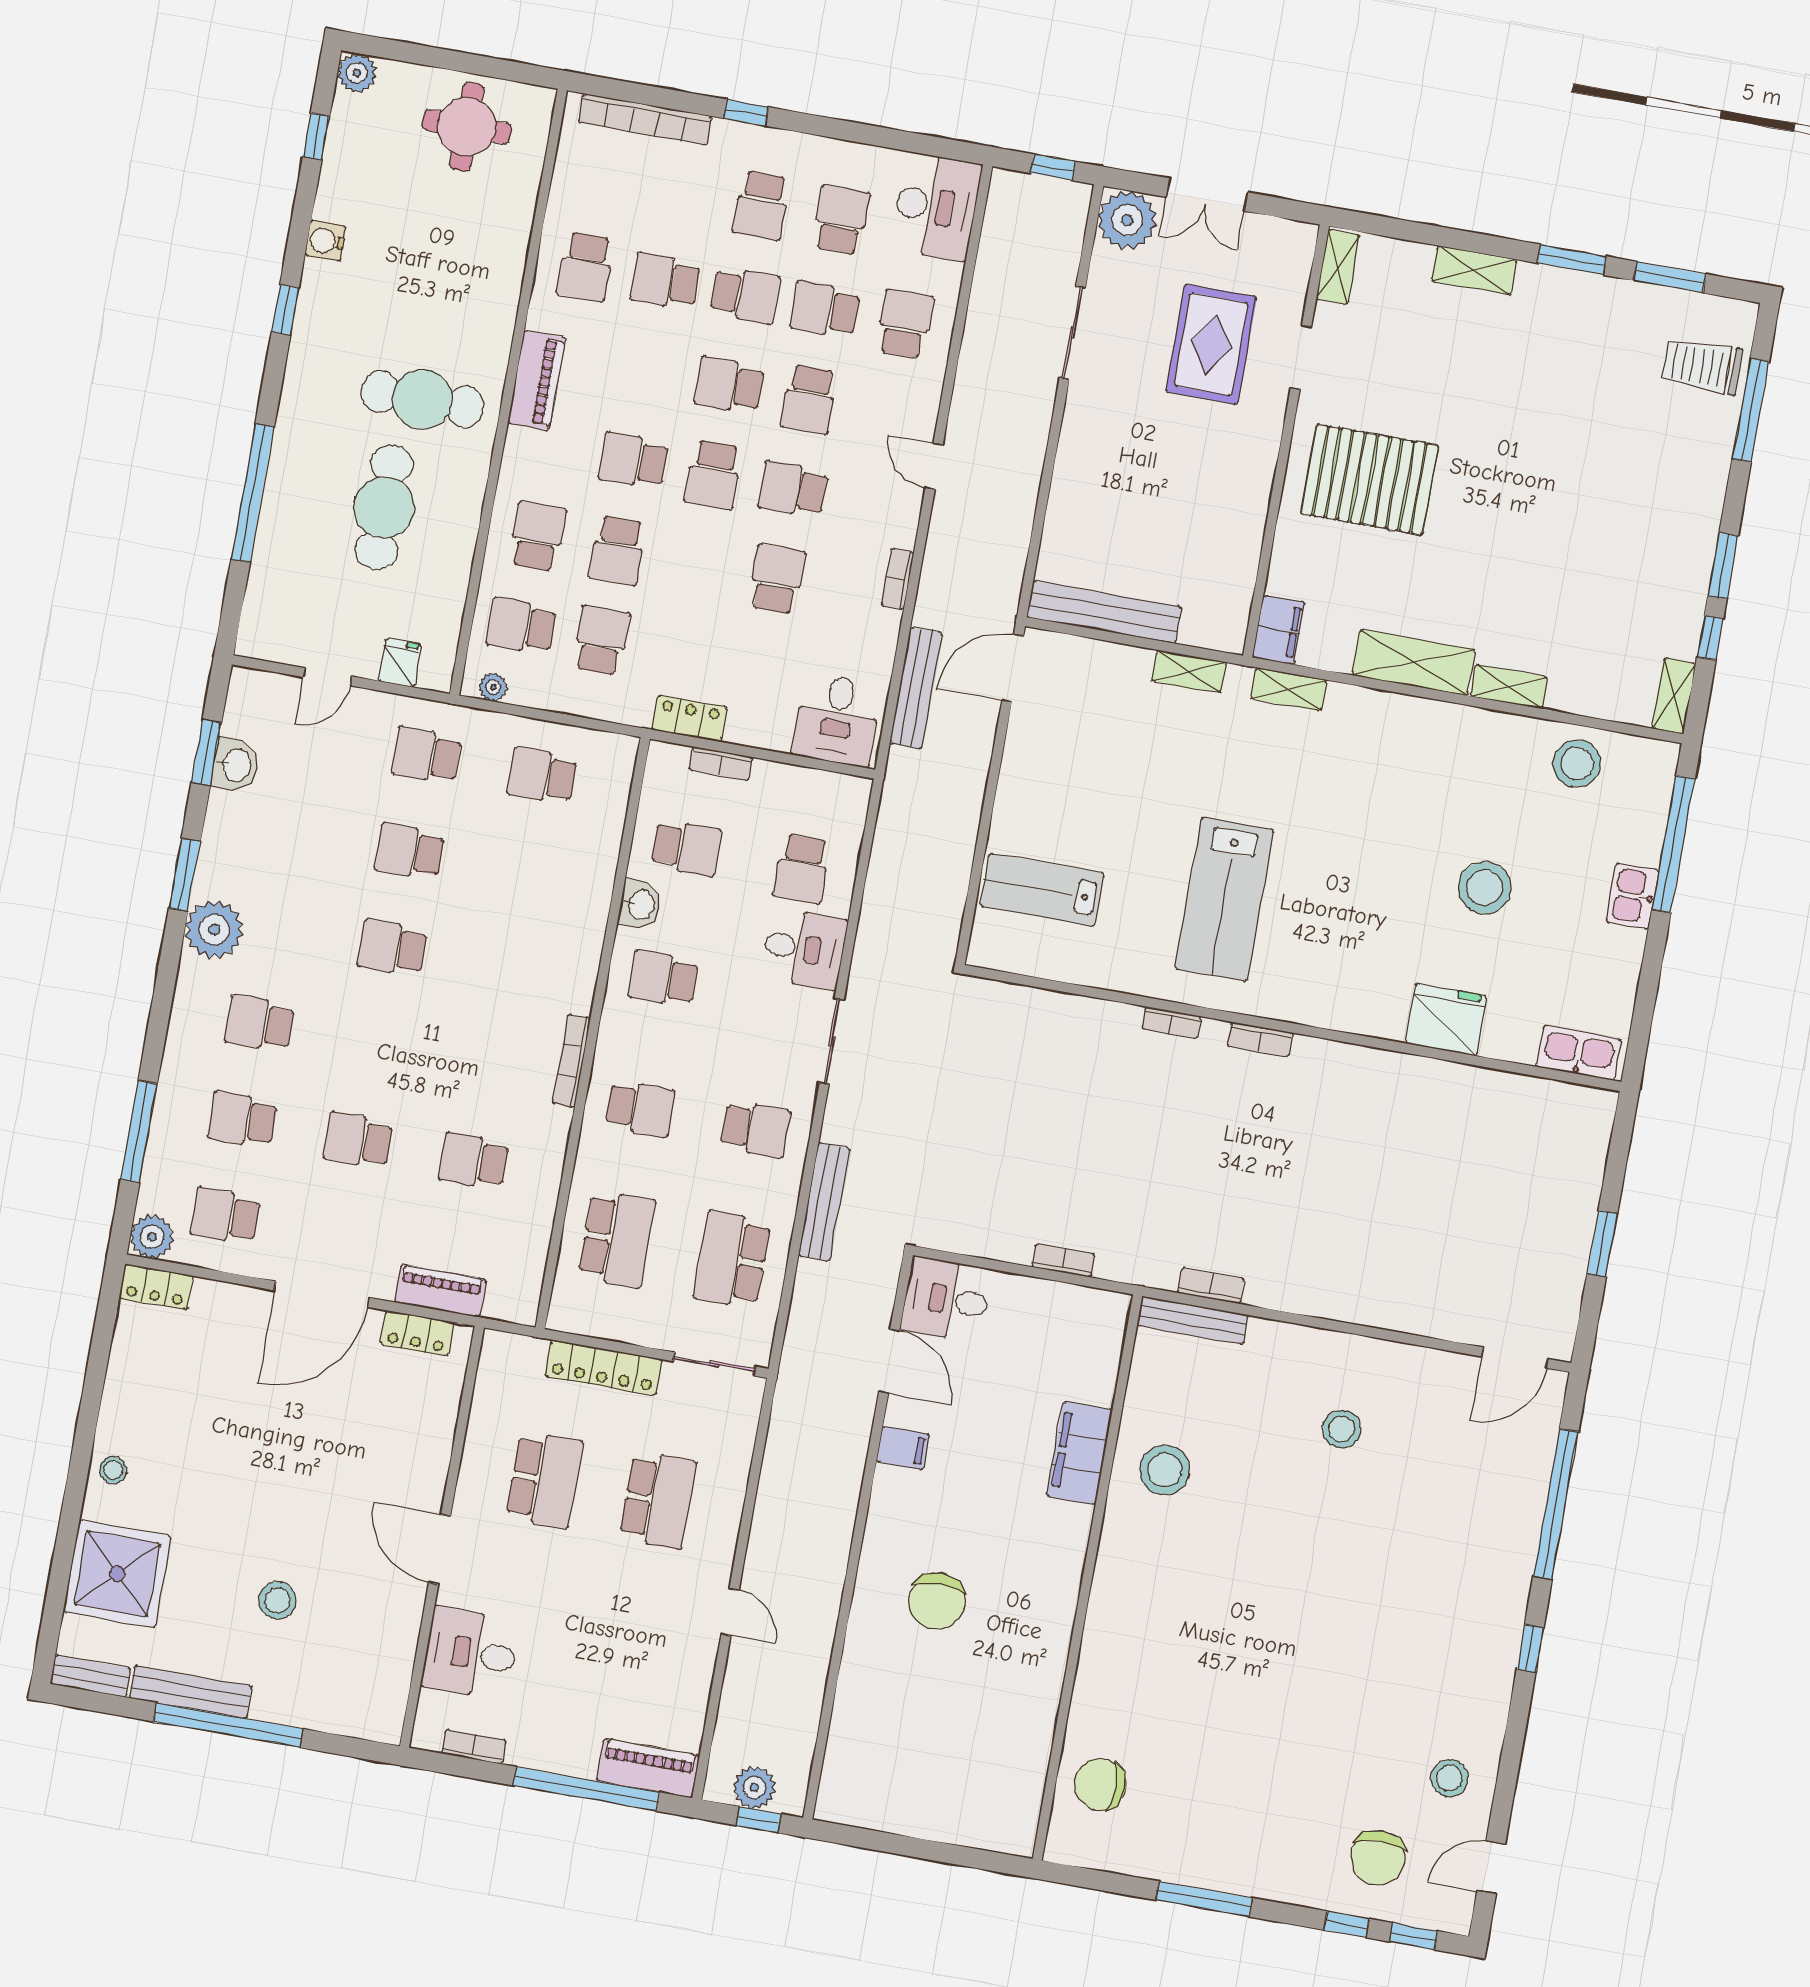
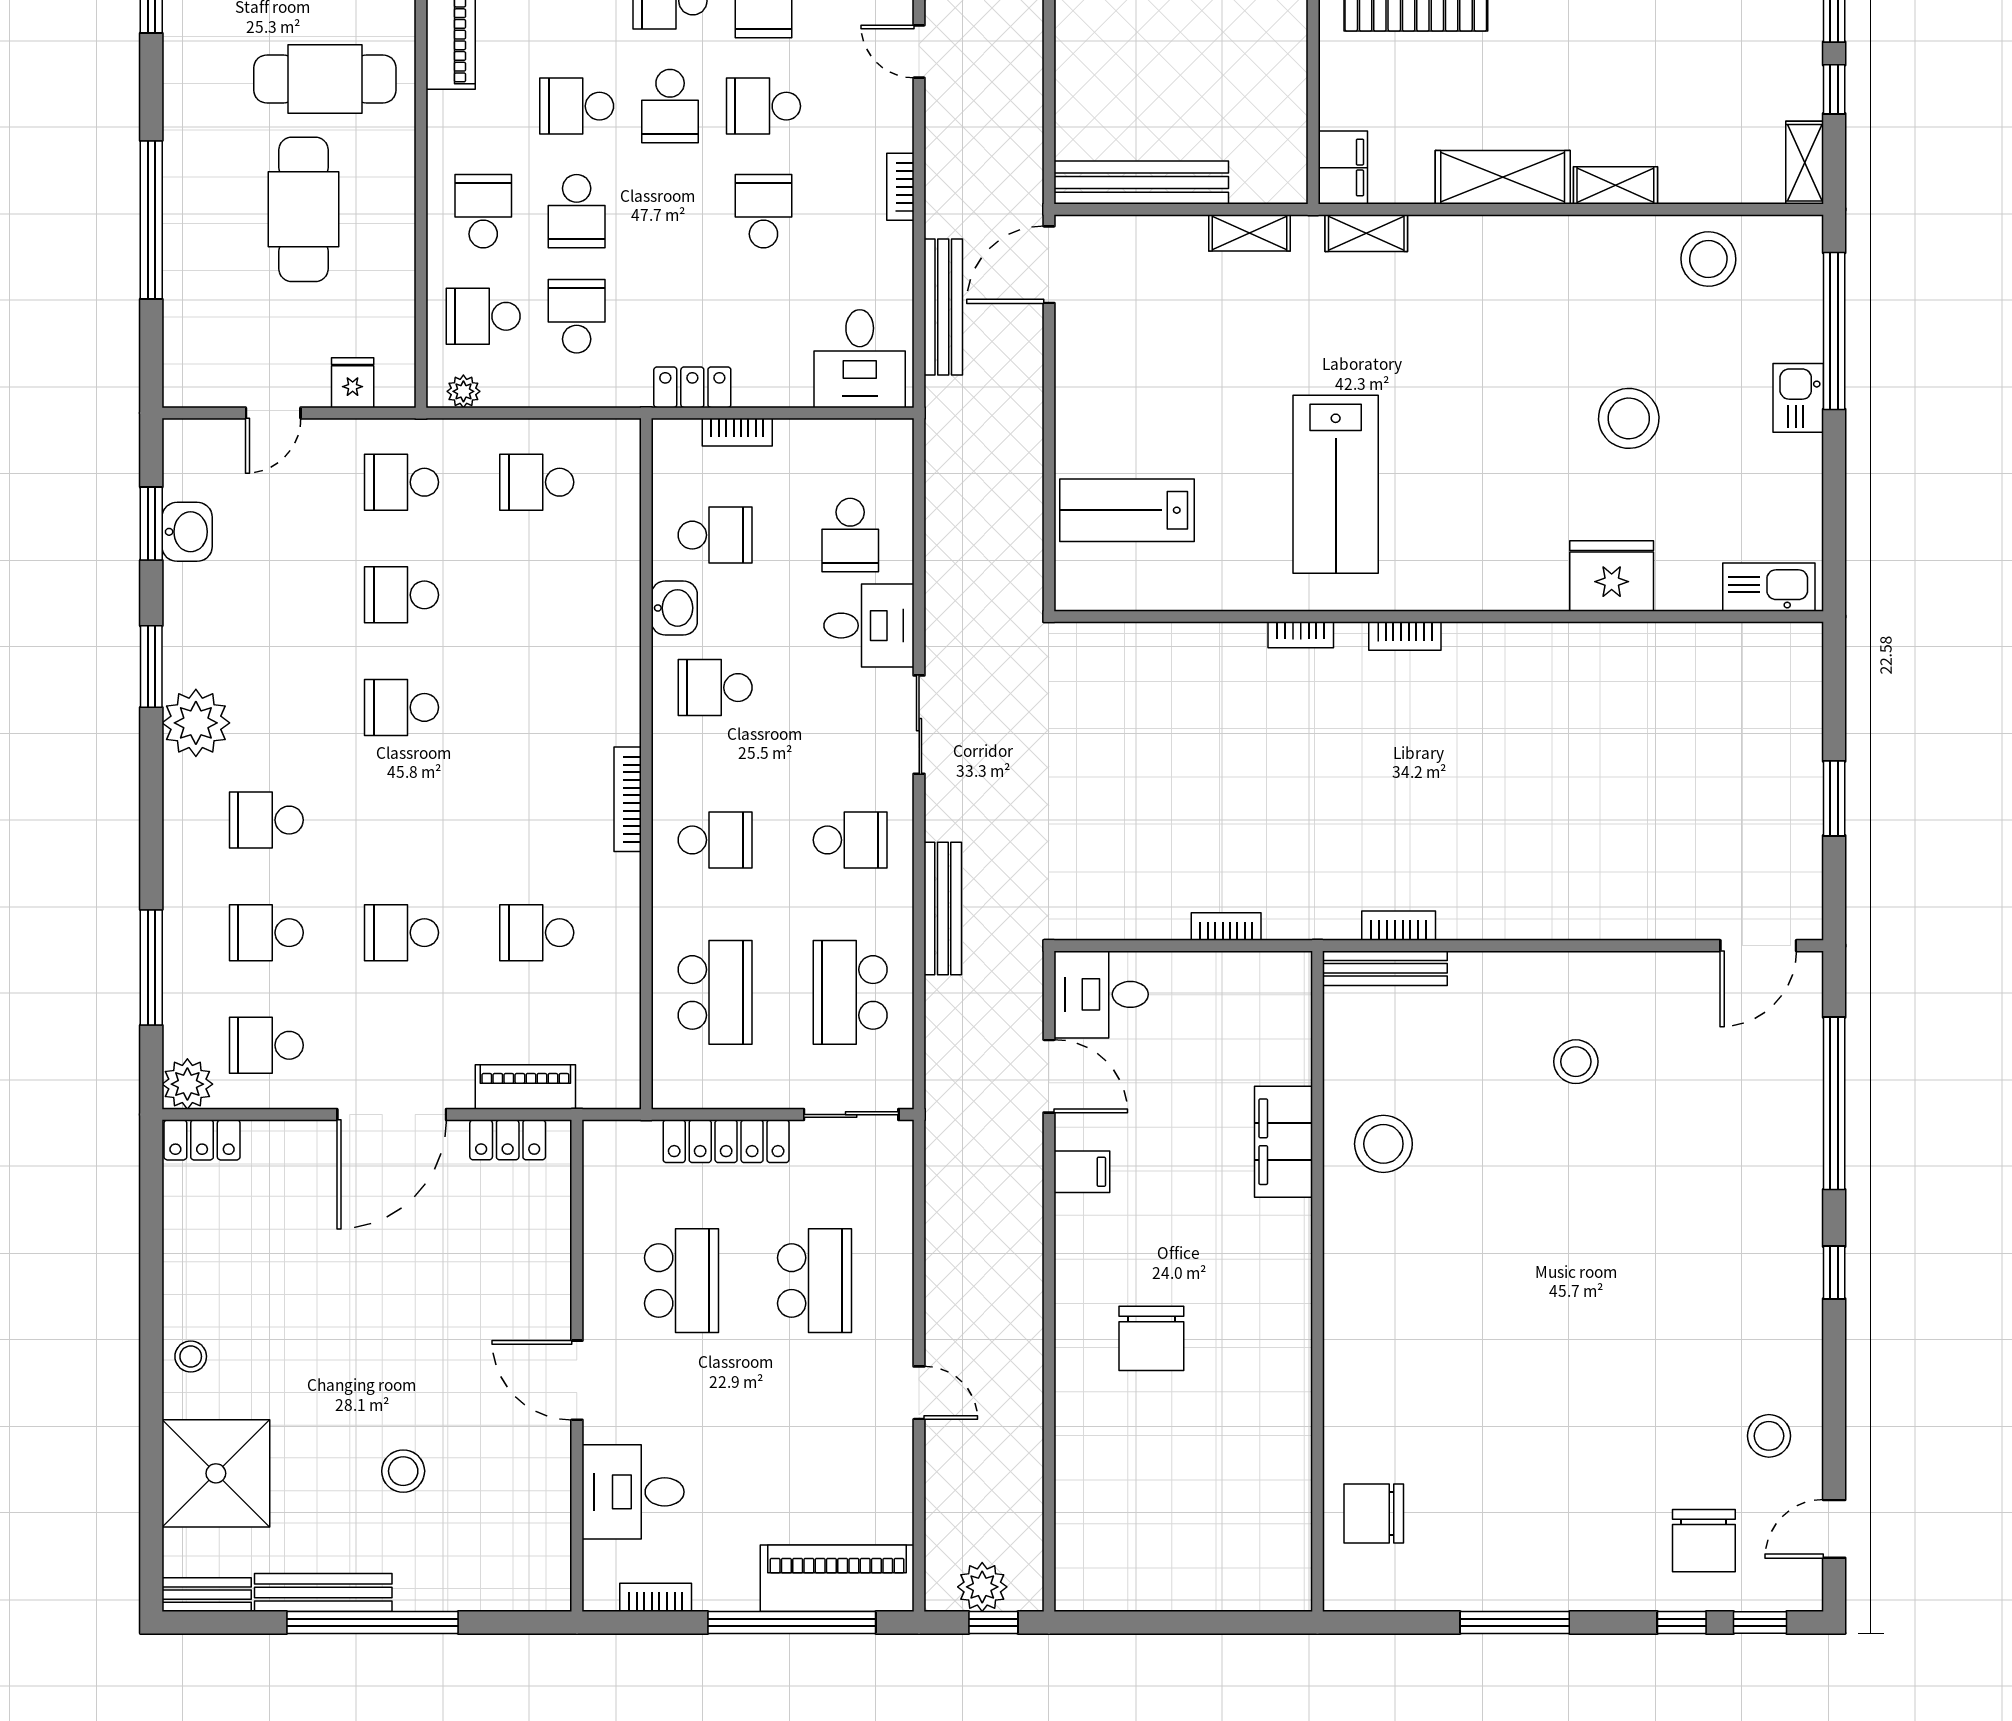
piano: (648, 1768) -> (837, 1578), width x1.37, depth x1.33

